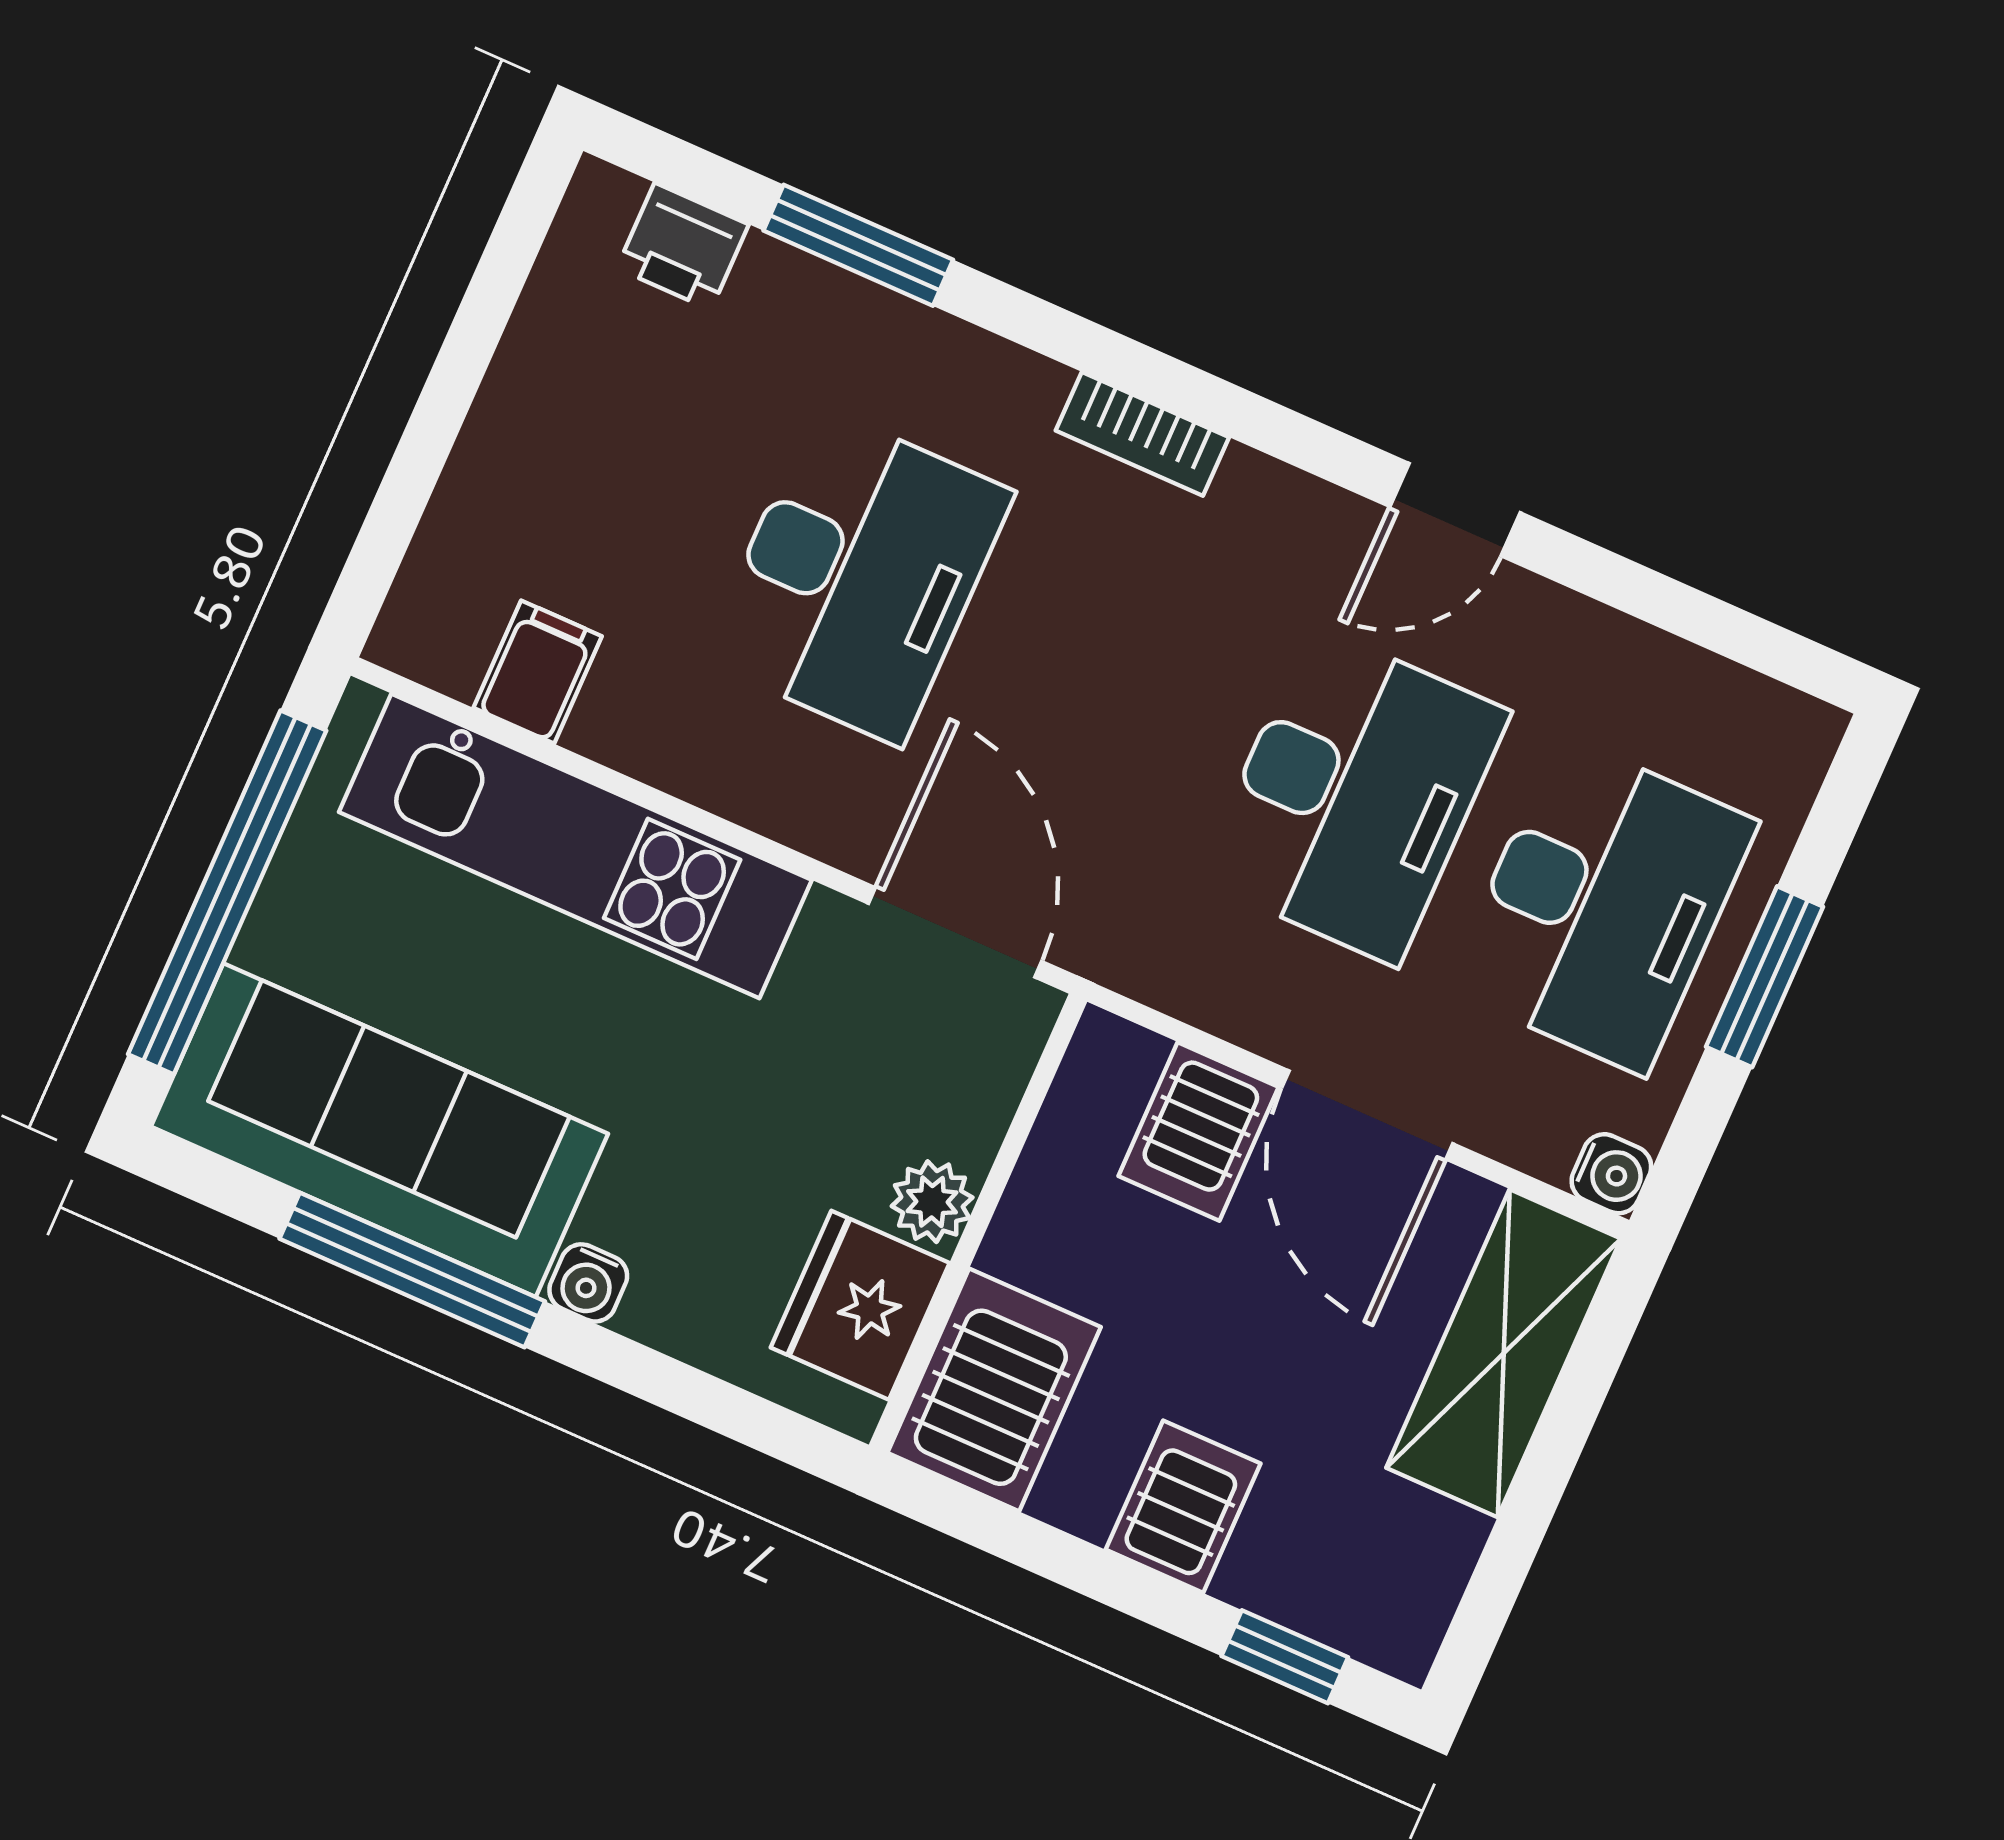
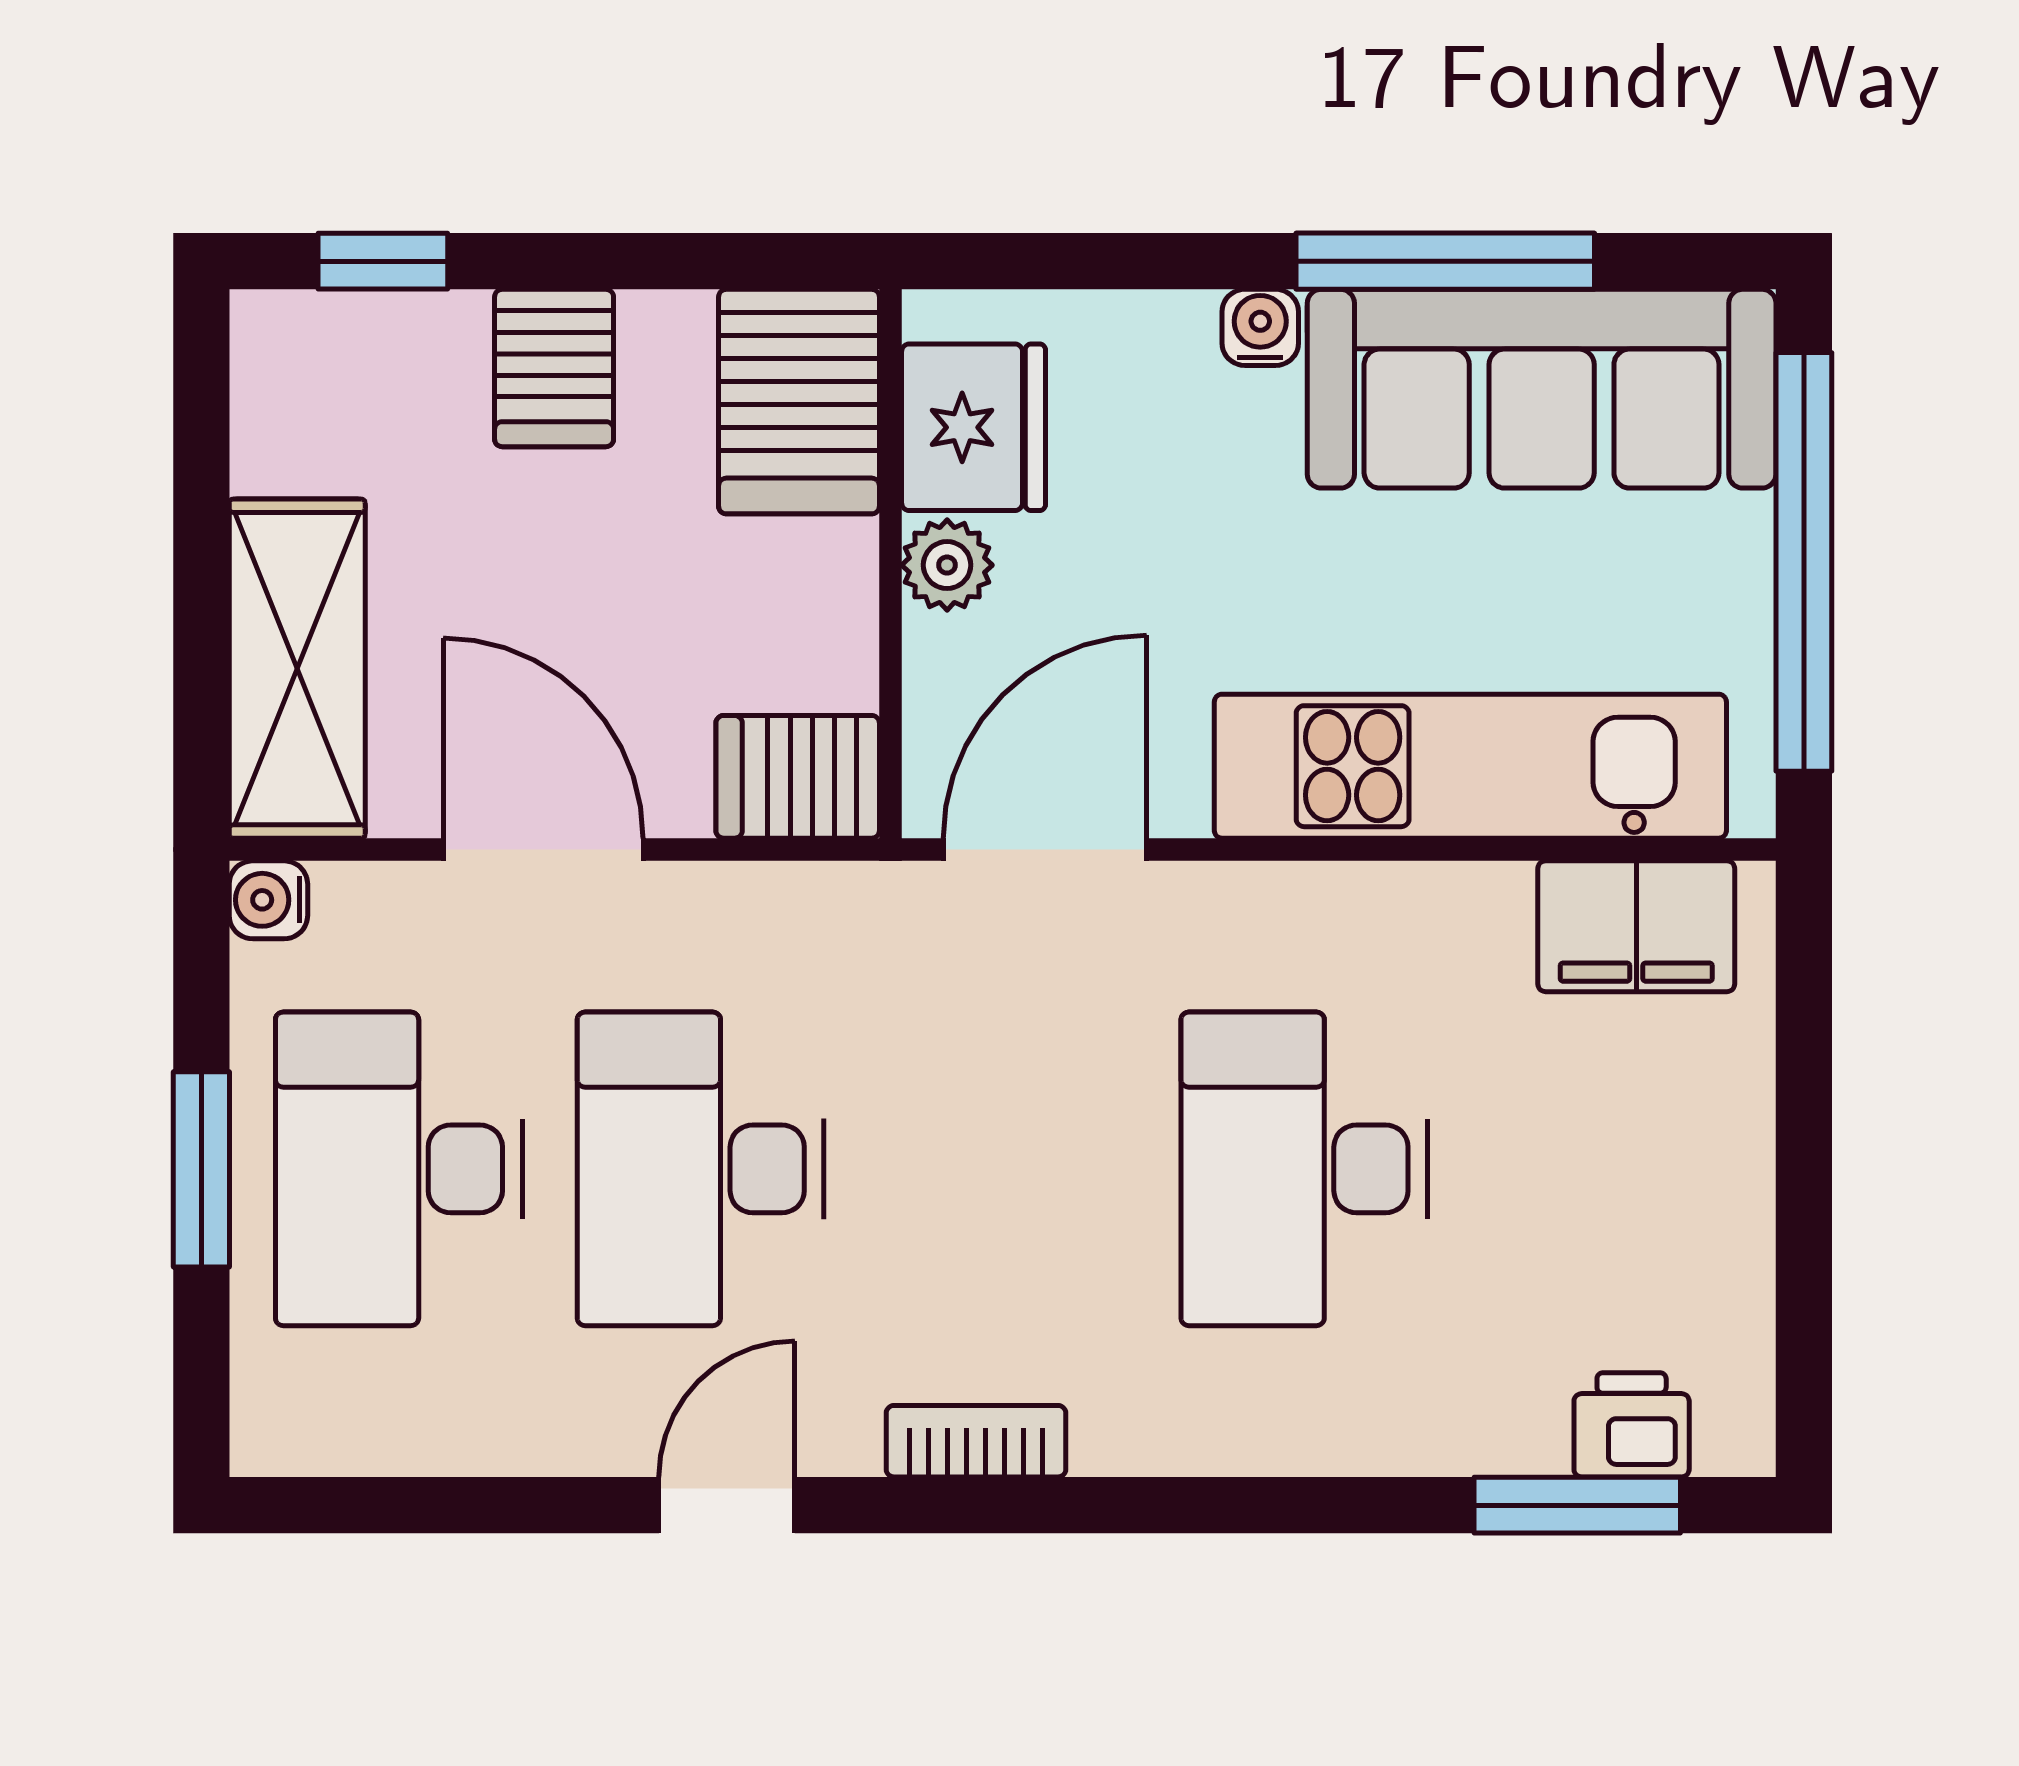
window: (858, 245) -> (1577, 1505), moved
bookcase: (1142, 434) -> (976, 1441), moved
filing cabinet: (538, 672) -> (1636, 926), width x2.00
door: (955, 932) -> (1045, 850), swing flipped
server rack: (1198, 1131) -> (798, 777), moved, turned -90

